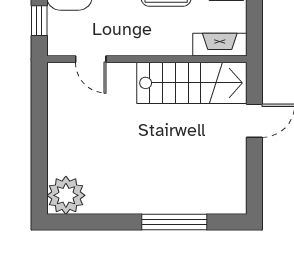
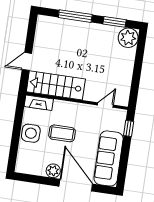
door: (91, 59) -> (105, 105), hinge flipped
window: (97, 222) -> (114, 22), added

